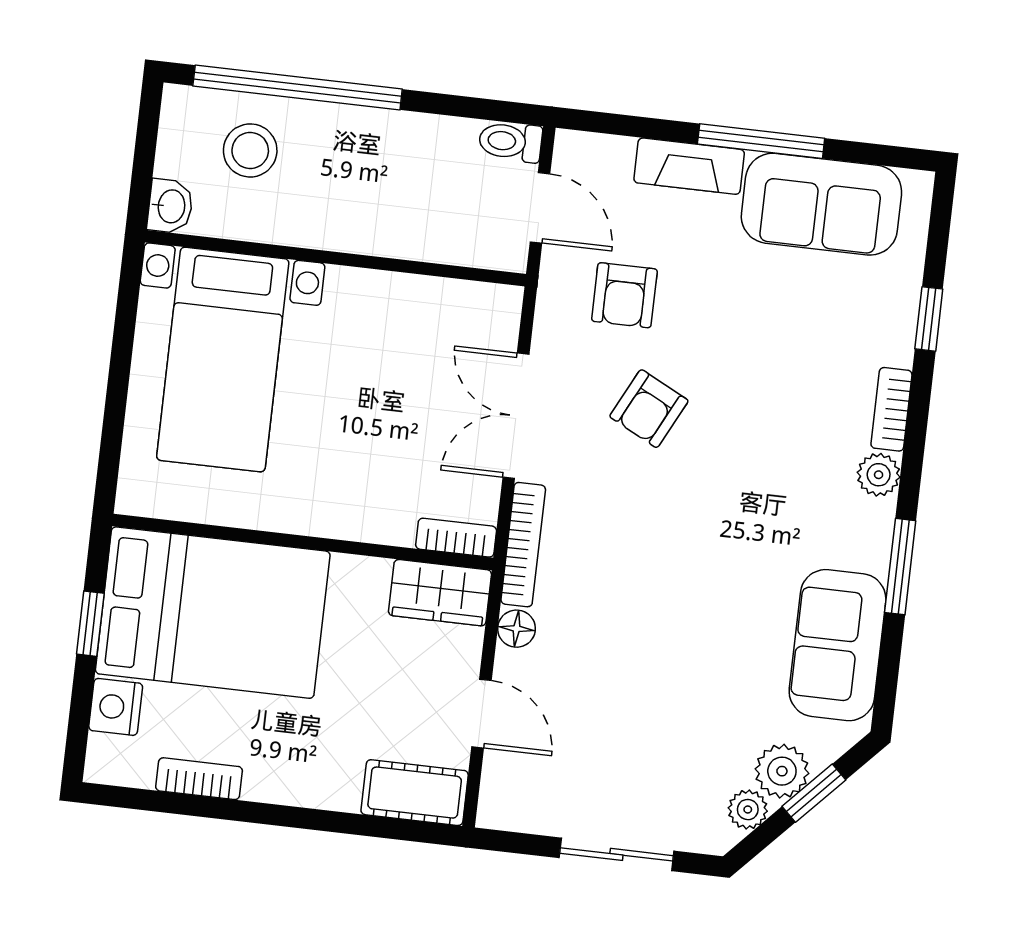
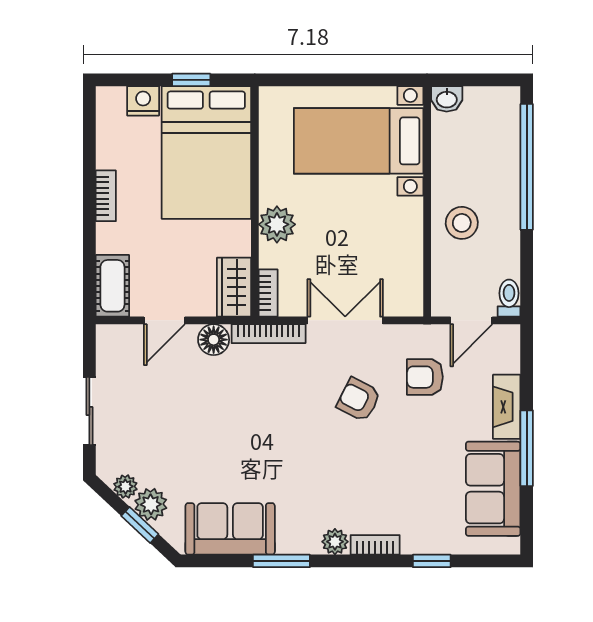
stool: (250, 150) -> (462, 223), moved
plant: (345, 510) -> (277, 224), added
floor lamp: (516, 629) -> (214, 340), width x1.37, depth x1.37
bookcase: (199, 779) -> (106, 196), moved

